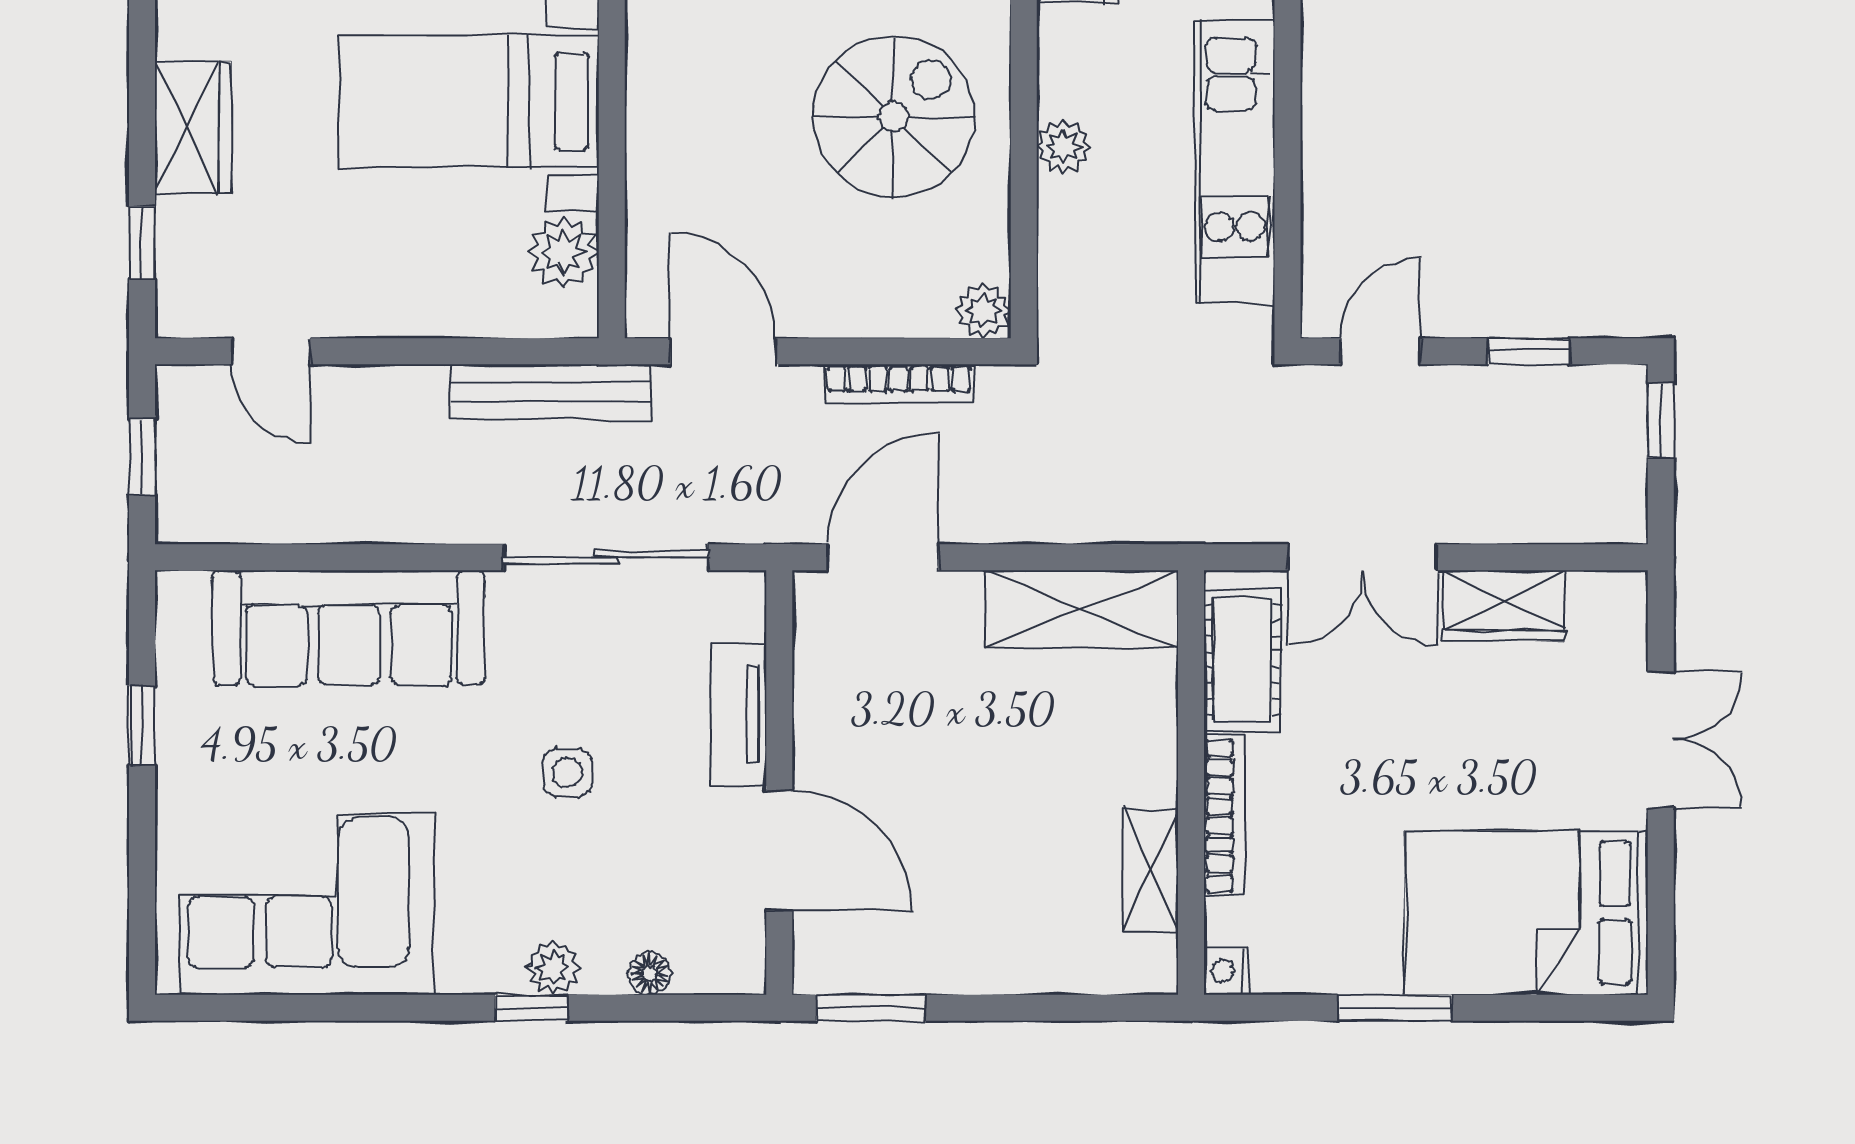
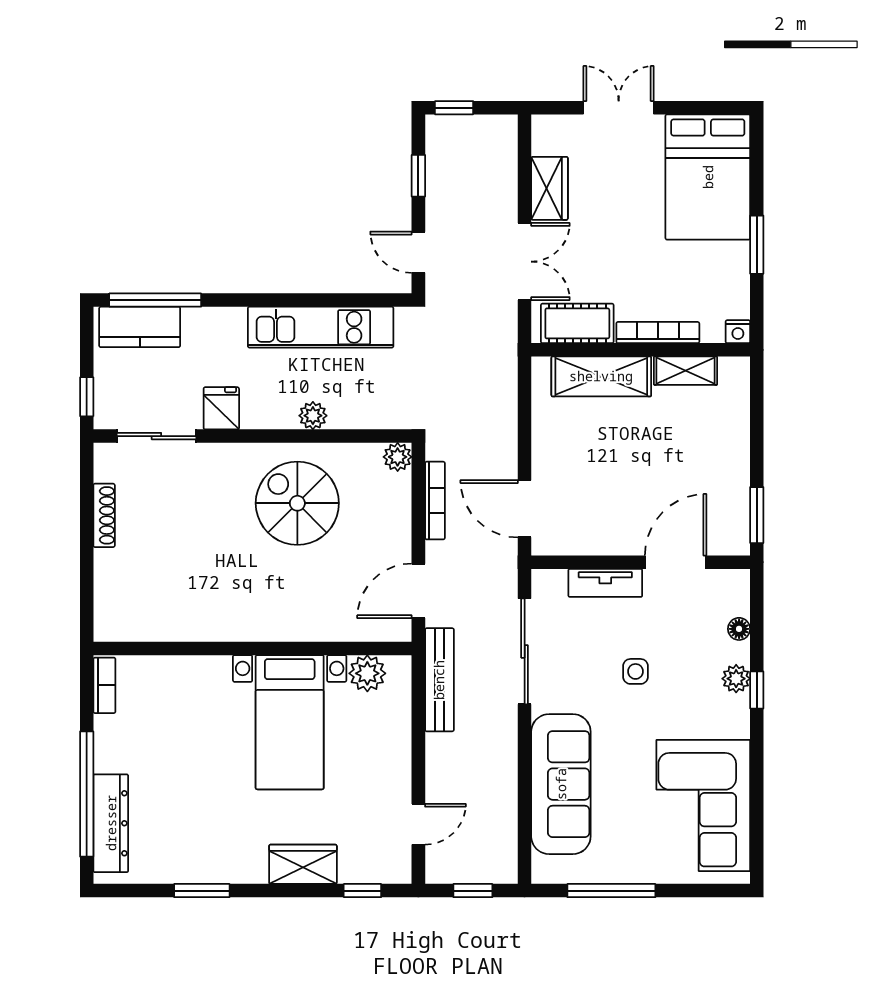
shelving: (1081, 609) -> (601, 376), moved, turned 90
window: (142, 726) -> (611, 891), width x2.17

